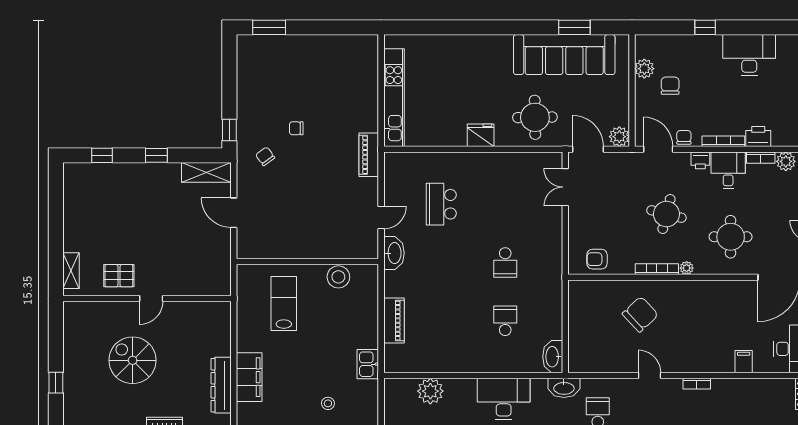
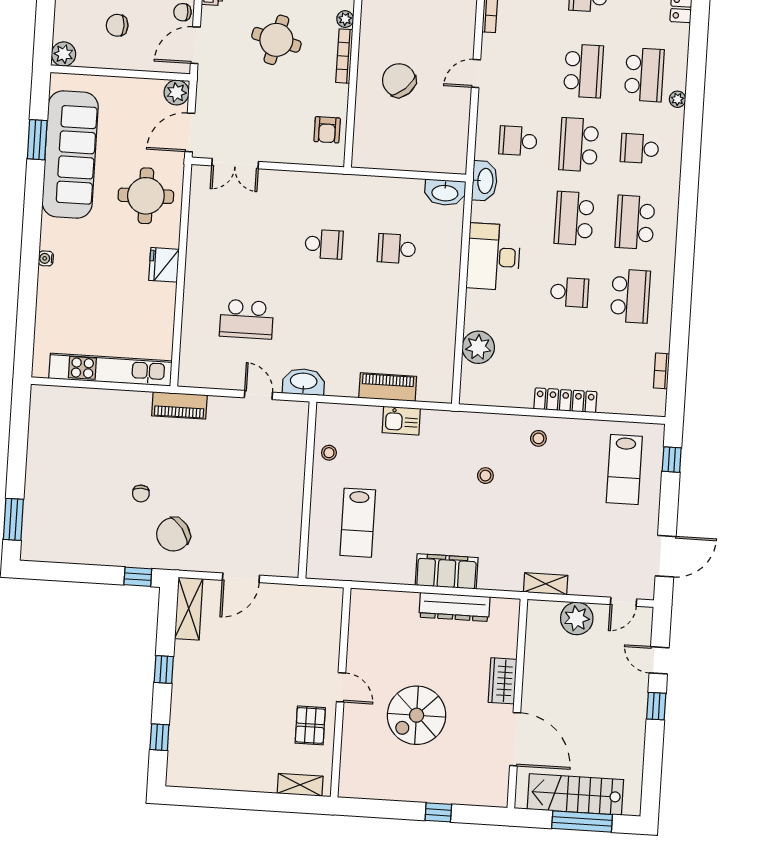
water cooler: (480, 40) -> (46, 258), added
plant: (644, 69) -> (64, 54), moved
chair: (265, 156) -> (173, 534), width x1.87, depth x1.87
stool: (338, 277) -> (329, 453), width x0.53, depth x0.53
lab bench: (284, 303) -> (358, 523), turned -90
kitchen sink: (368, 364) -> (401, 421), moved

